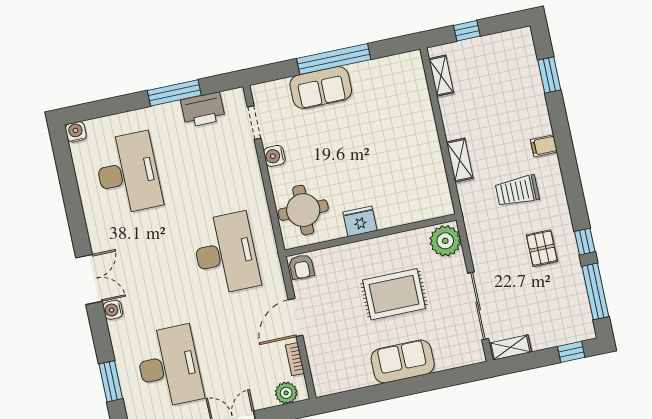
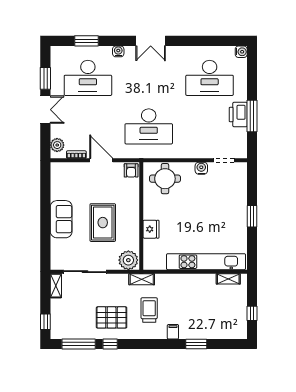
window: (467, 31) -> (252, 313), moved
window: (334, 59) -> (252, 216), width x0.47
window: (549, 75) -> (196, 344), moved
sofa: (321, 88) -> (237, 205), removed
printer: (203, 110) -> (238, 115), moved
kitchen unit: (421, 117) -> (206, 262), added
shelving: (460, 160) -> (142, 279), moved
fridge: (360, 221) -> (151, 229), moved
pallet: (542, 248) -> (112, 317), width x1.50, depth x1.42
armchair: (302, 267) -> (131, 170), turned -90
water cooler: (113, 310) -> (118, 51), moved

